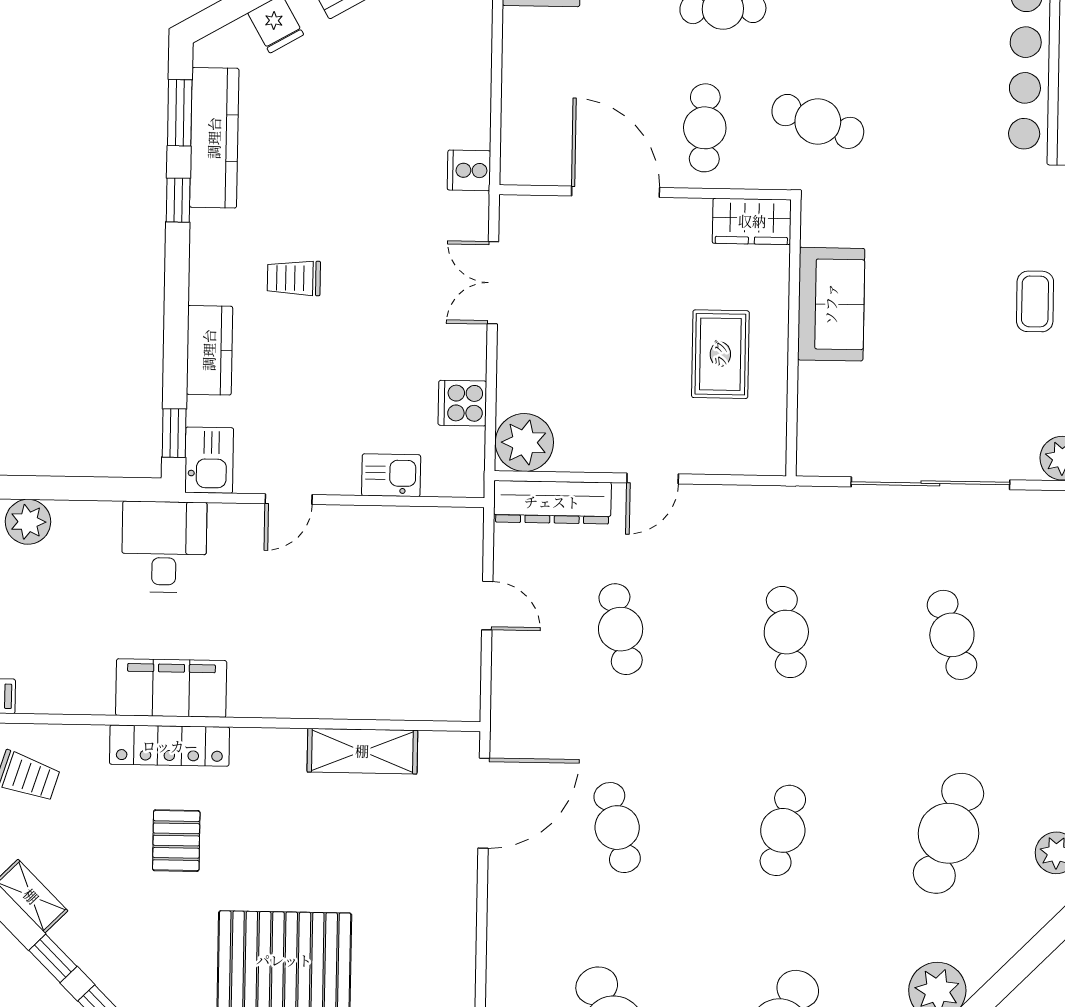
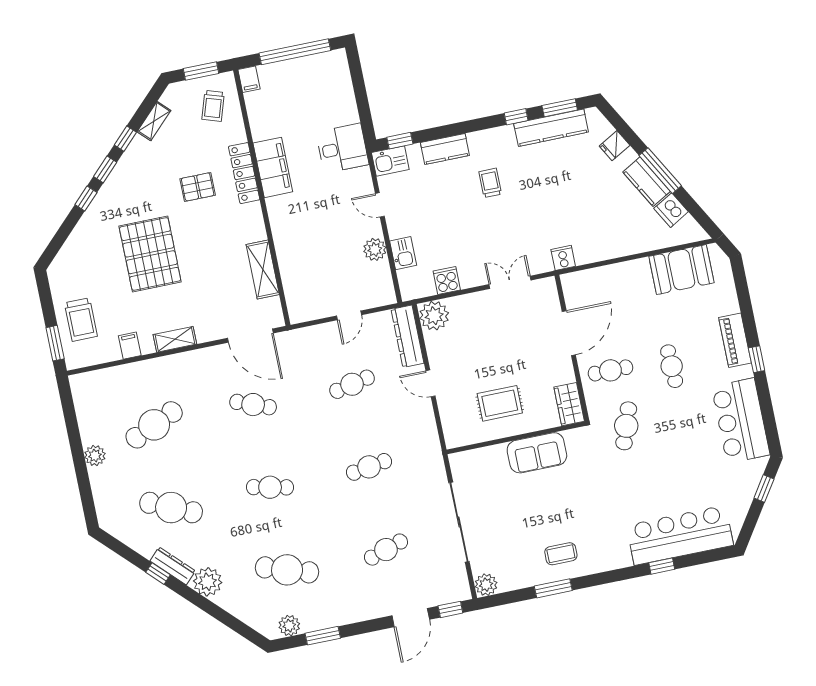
plant: (28, 522) -> (375, 249), moved
cafe table: (617, 828) -> (253, 405), turned 36
shelving: (459, 949) -> (175, 339), added

